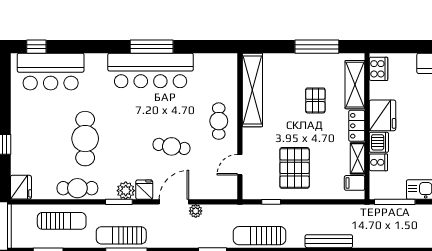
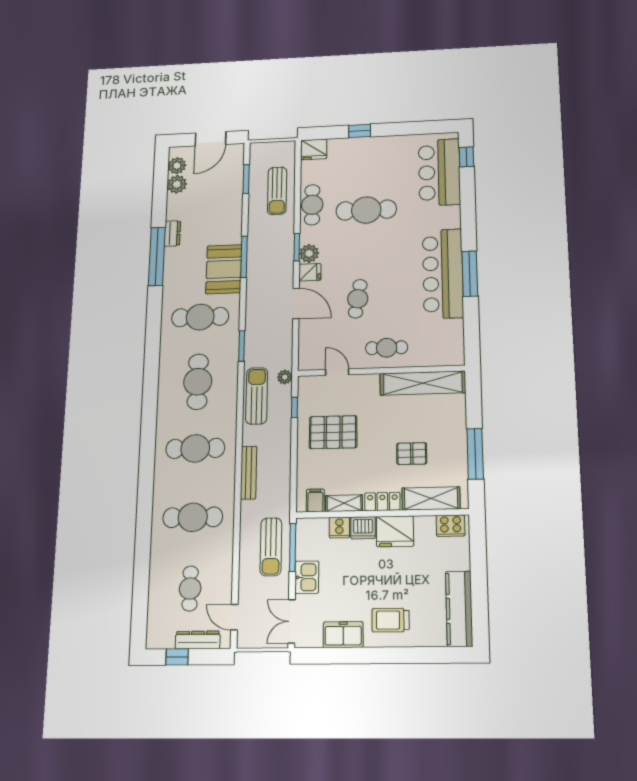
plant: (196, 211) -> (285, 377), moved
sun lounger: (121, 235) -> (271, 547), moved, turned 180

